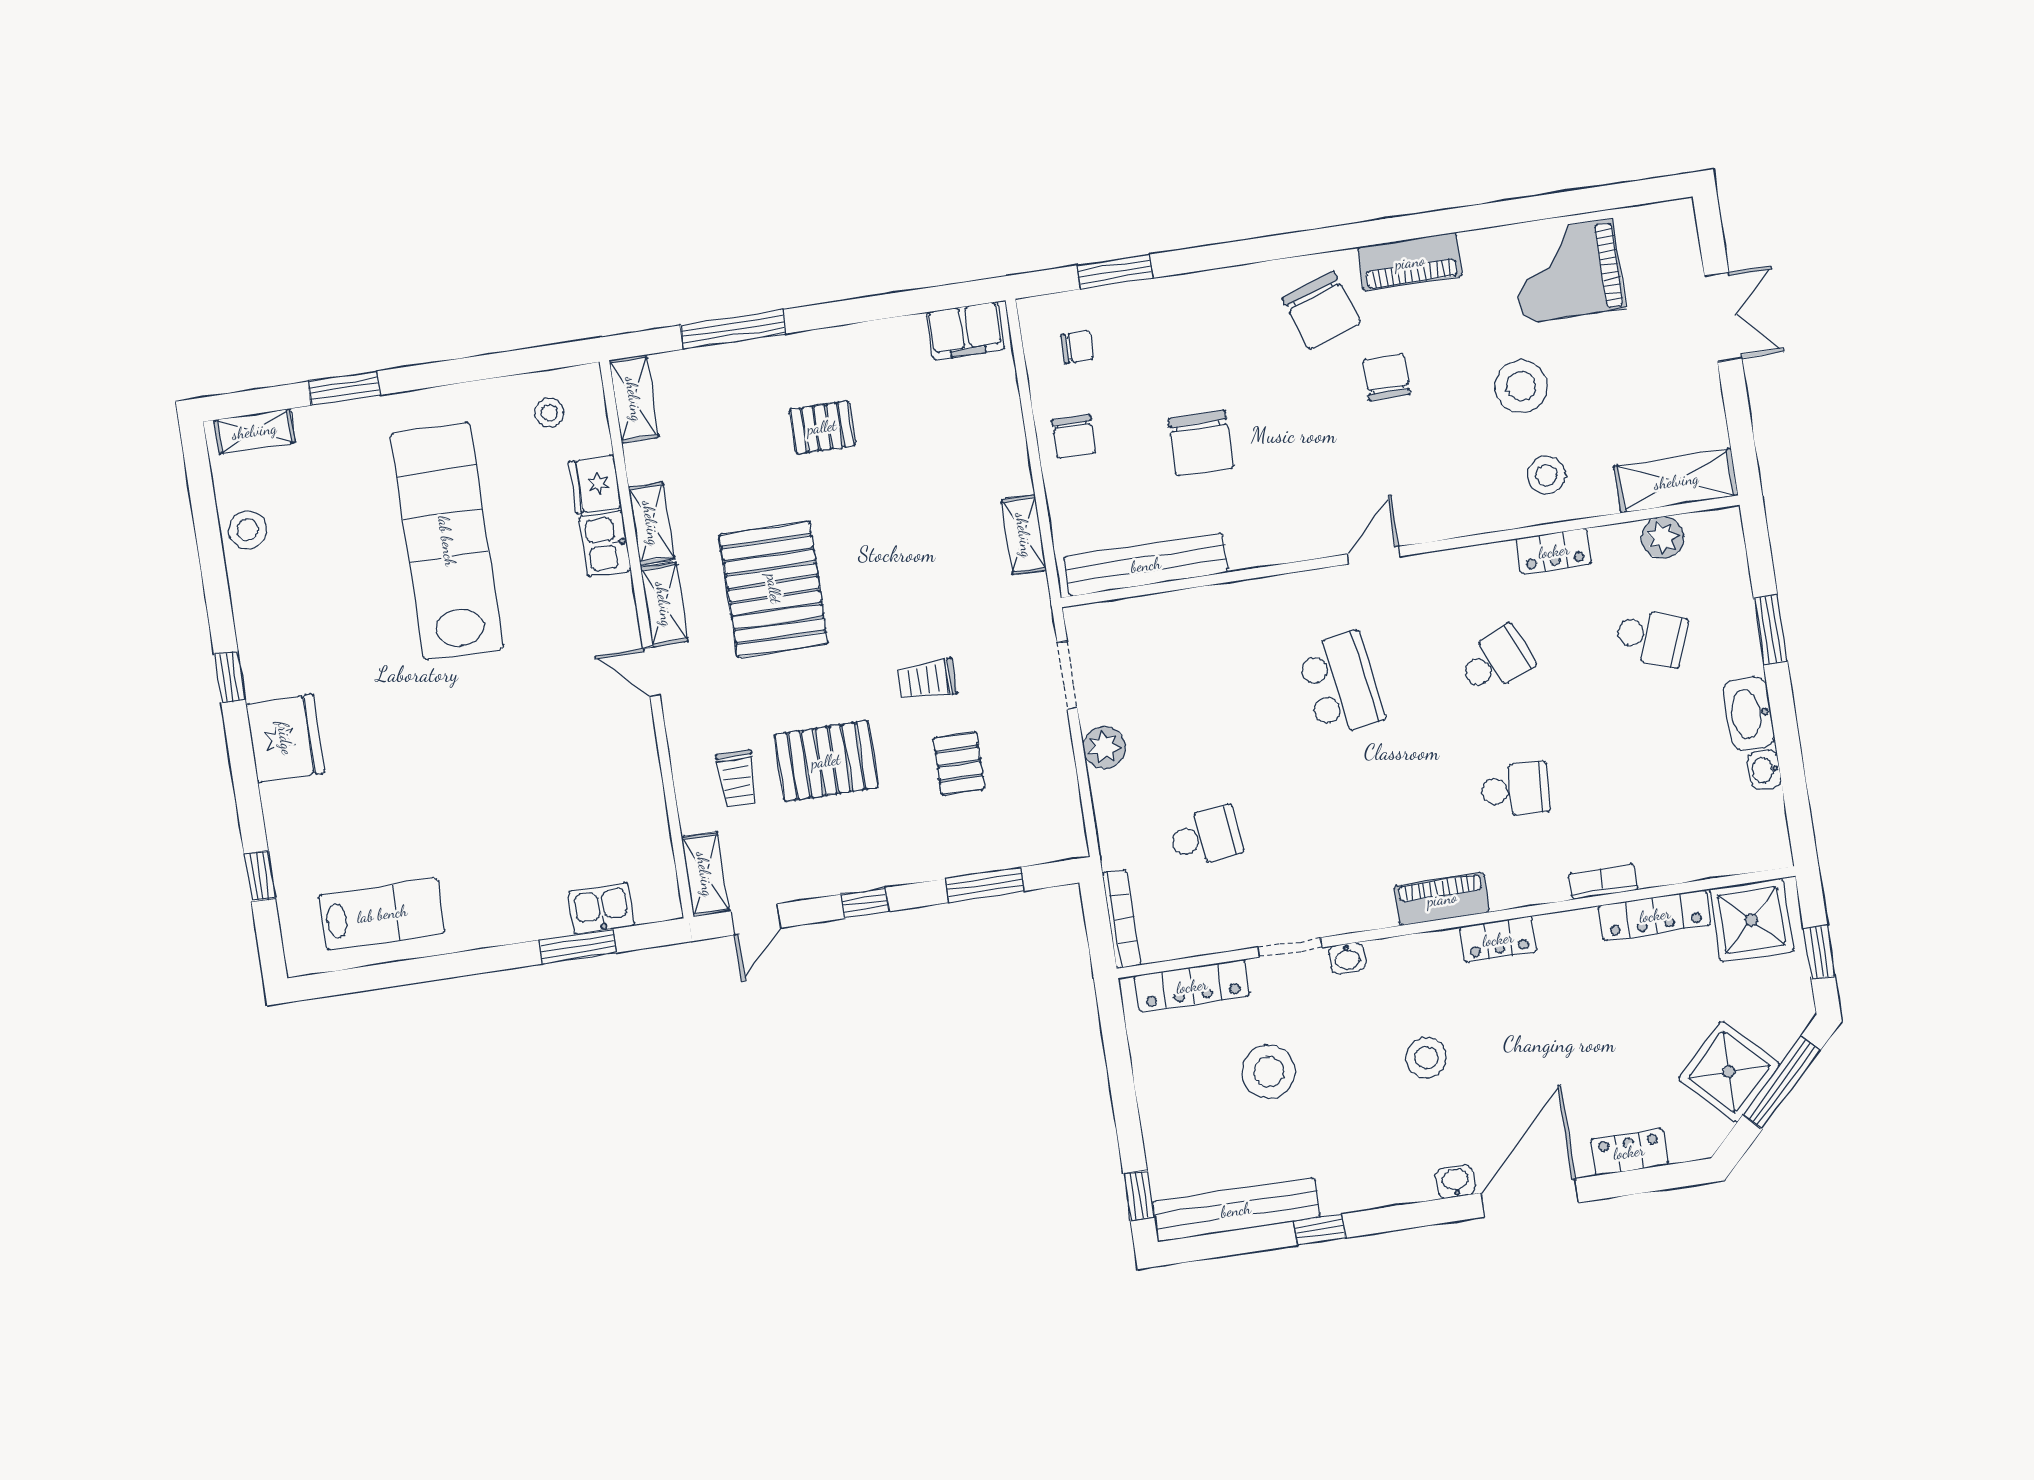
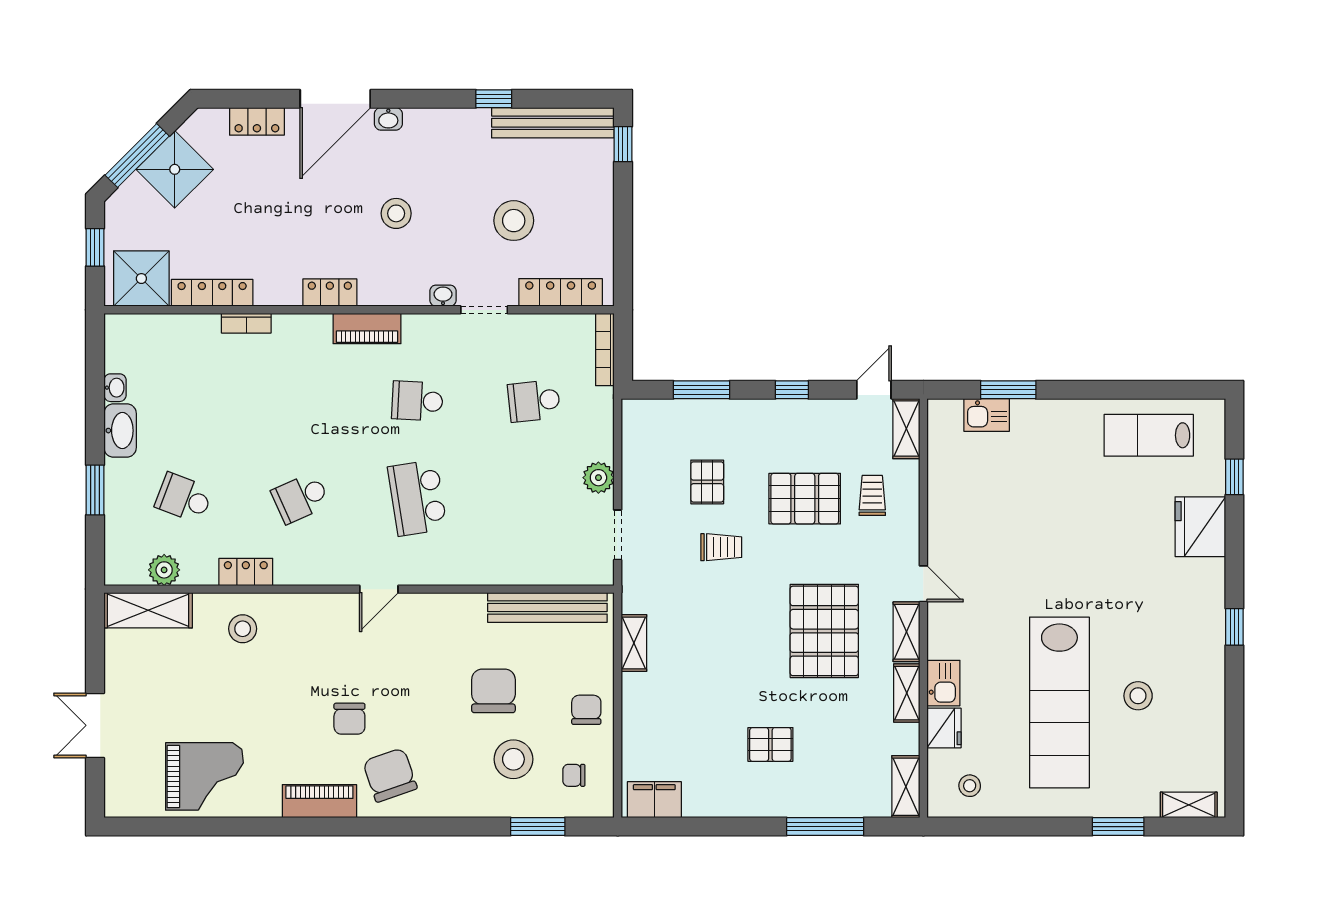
stool: (1521, 386) -> (513, 759), moved
stool: (248, 530) -> (1138, 696), moved
fridge: (285, 738) -> (1200, 527), moved
school desk: (1515, 789) -> (417, 401), moved

